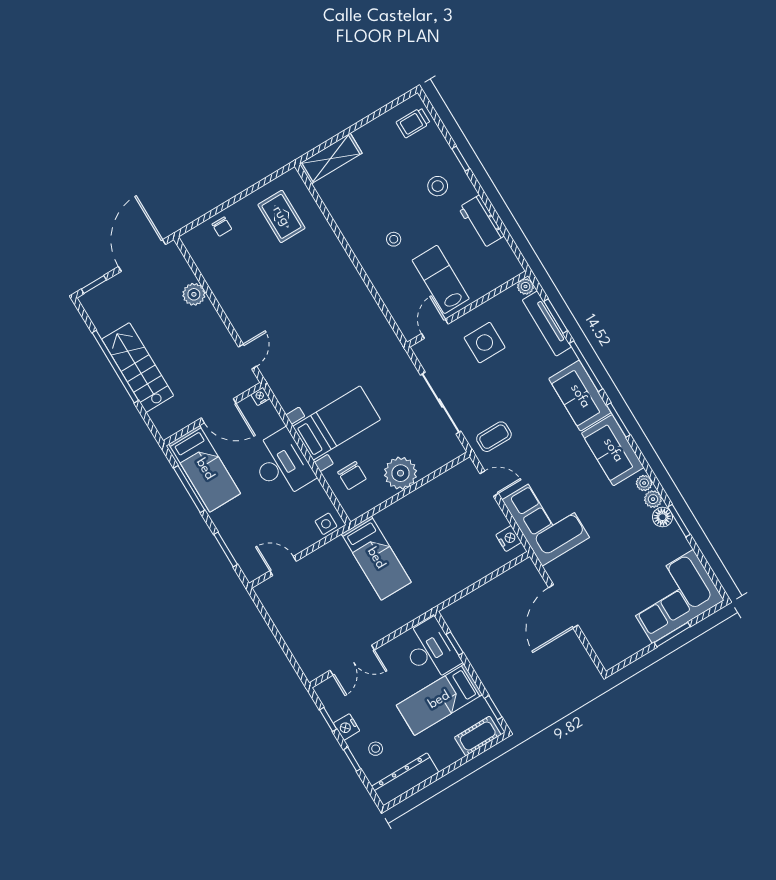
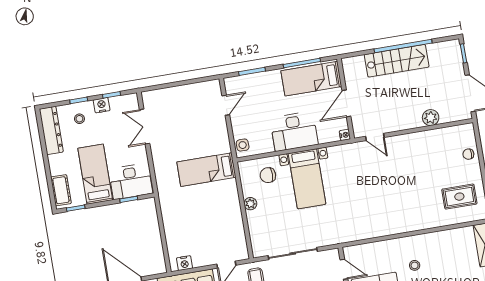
plant: (400, 473) -> (250, 204), width x0.53, depth x0.53

